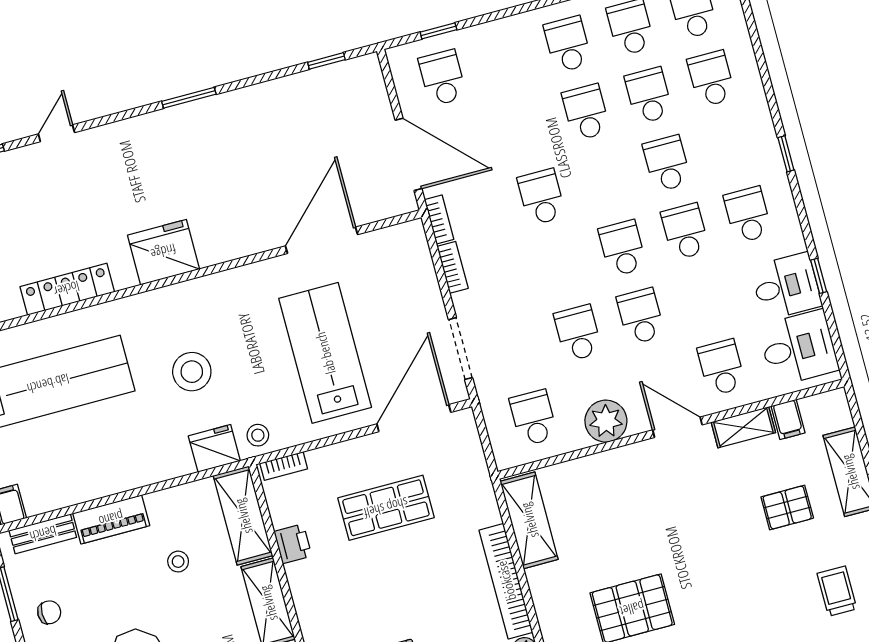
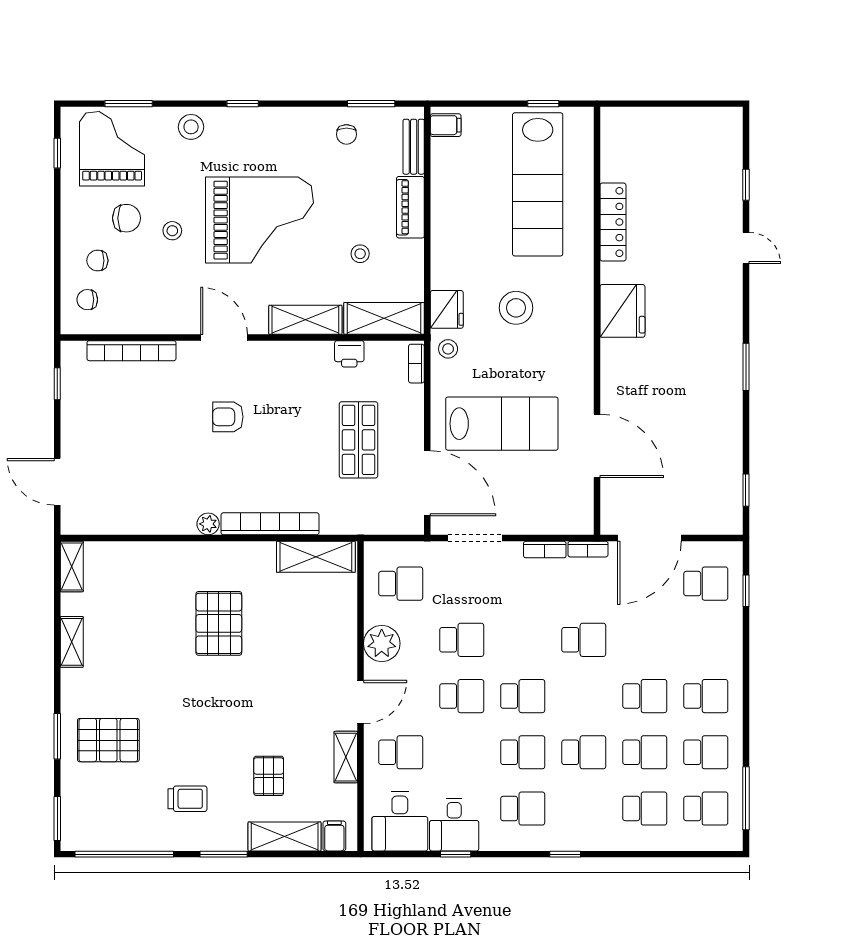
filing cabinet: (788, 419) -> (334, 836), moved, turned 90

